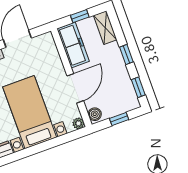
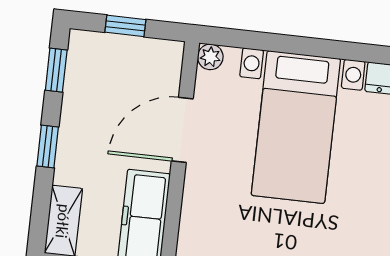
boiler: (95, 114) -> (169, 59), removed

